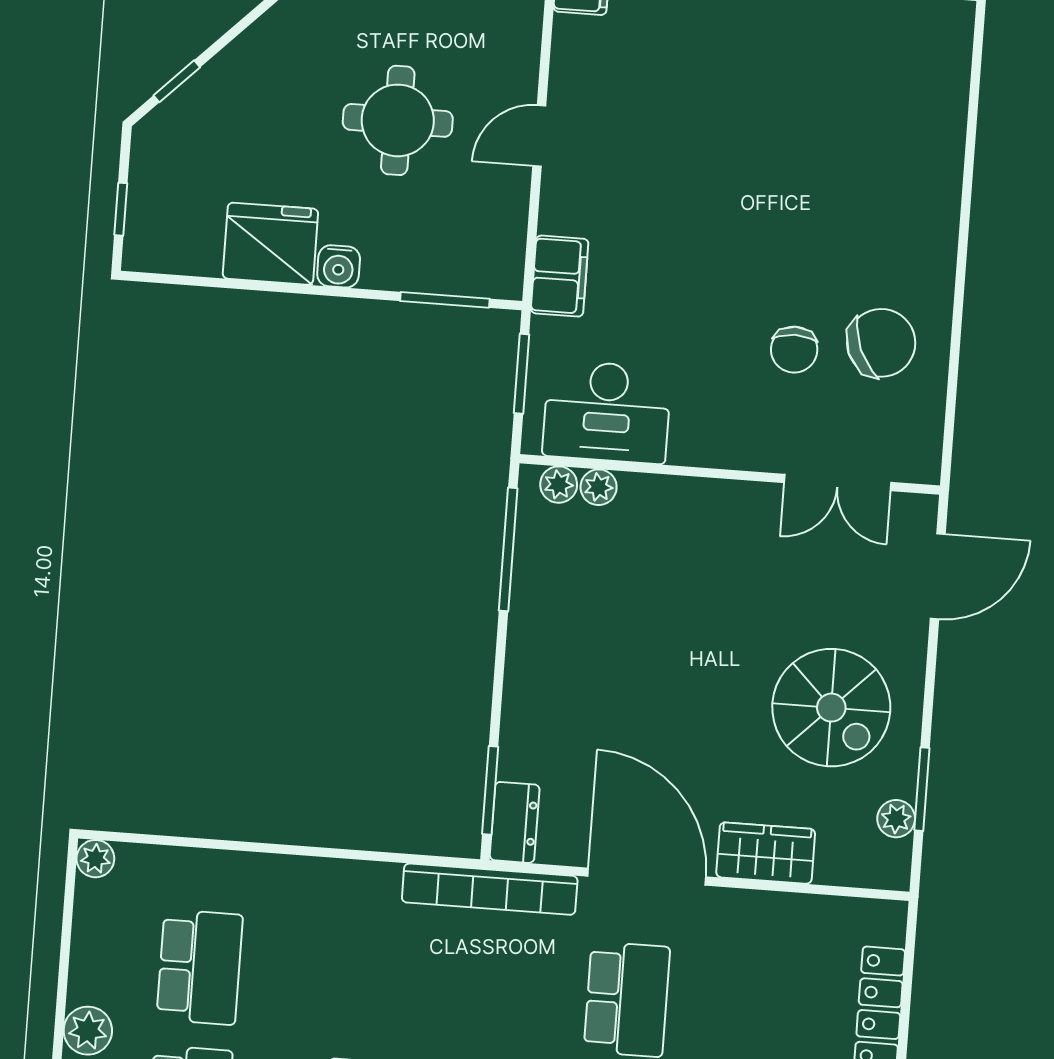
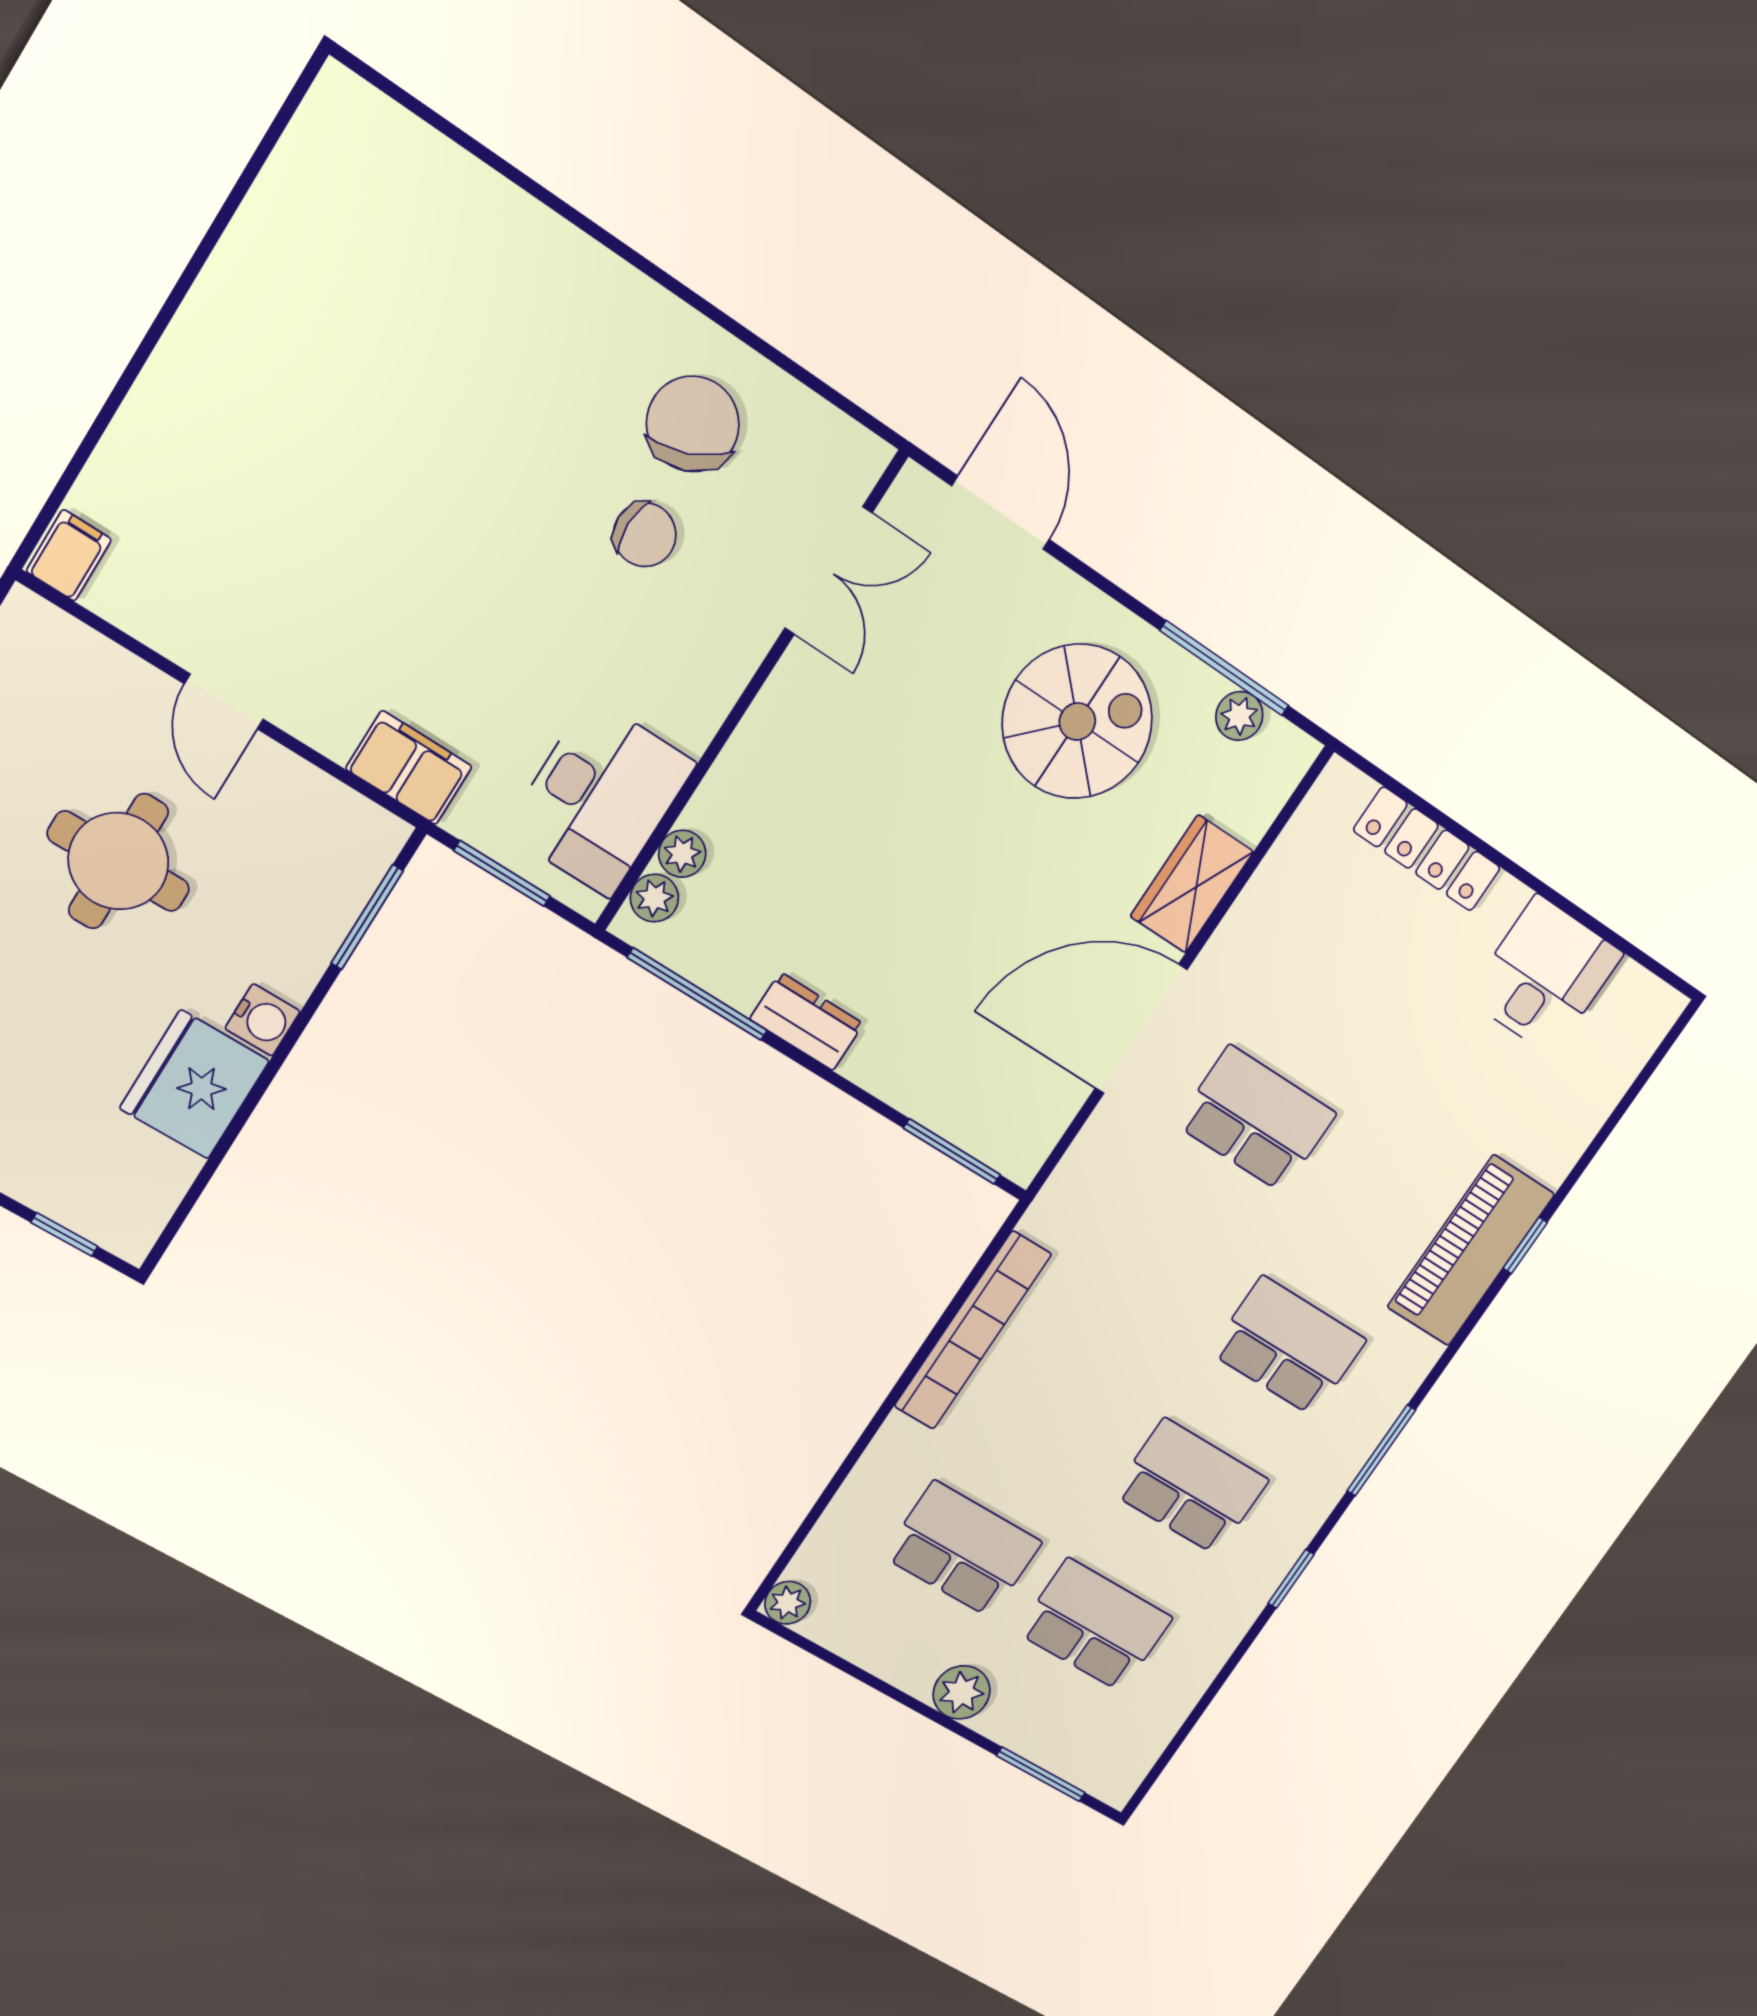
window: (922, 789) -> (1224, 668), width x1.44
dresser: (515, 822) -> (807, 1021), moved
bookcase: (490, 889) -> (973, 1330), moved

